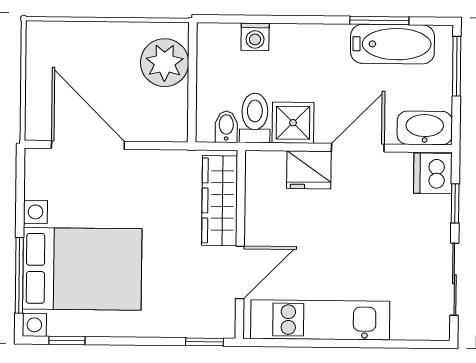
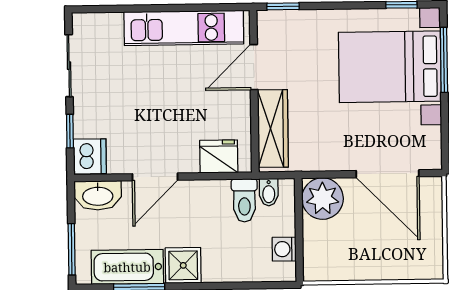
washing machine: (255, 37) -> (284, 249), moved, turned -90
plant: (165, 63) -> (323, 199), moved
shower: (293, 123) -> (183, 265), moved
fridge: (309, 170) -> (219, 157), moved

